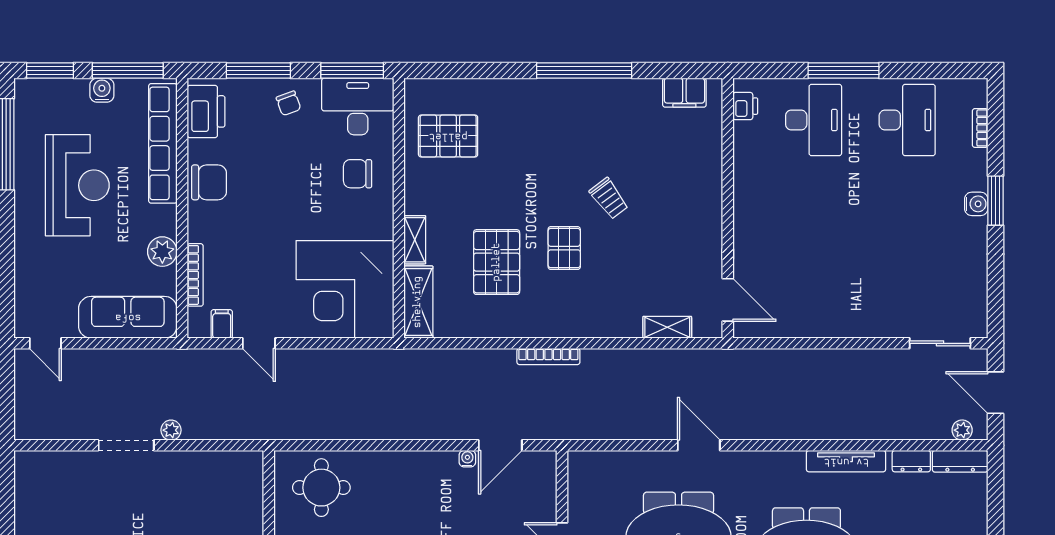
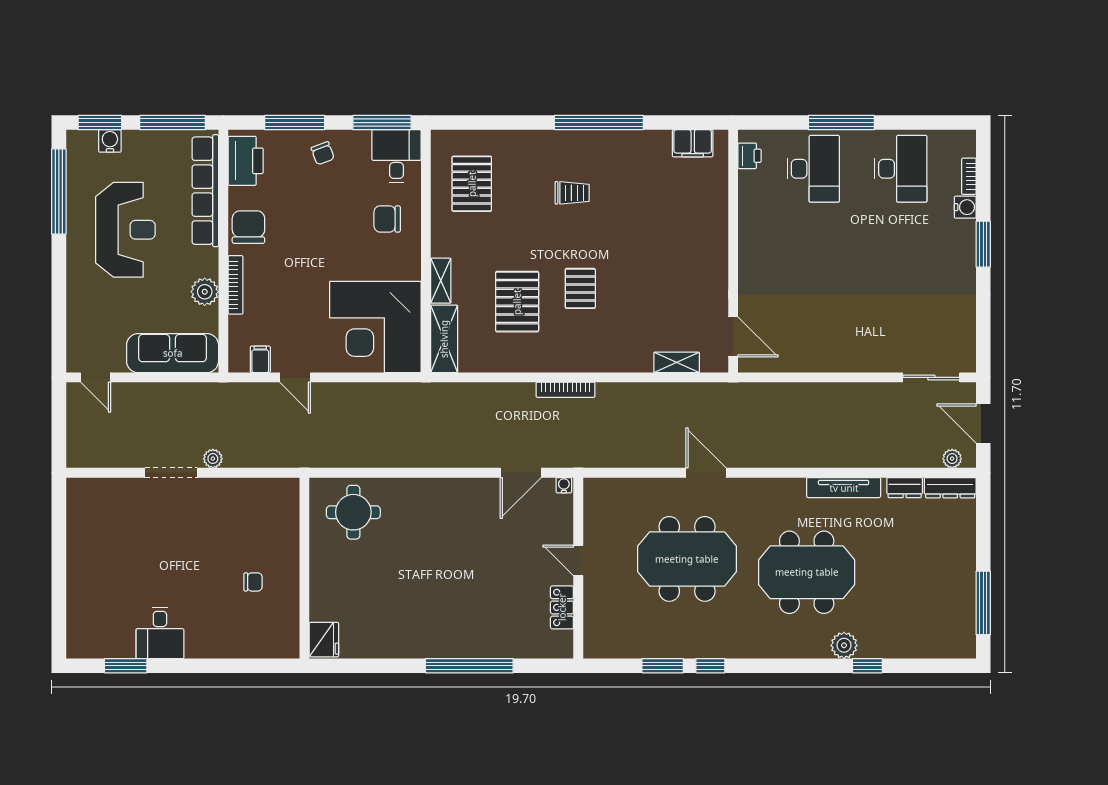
water cooler: (102, 90) -> (110, 141), moved
desk: (358, 106) -> (396, 156), width x0.73
pallet: (448, 136) -> (472, 184), turned 90
chair: (209, 182) -> (248, 227), turned -90
trolley: (609, 198) -> (572, 193), moved, turned -53
water cooler: (976, 204) -> (965, 207), moved
bookcase: (195, 275) -> (236, 285), moved
water cooler: (467, 459) -> (564, 485), moved

